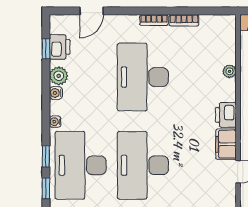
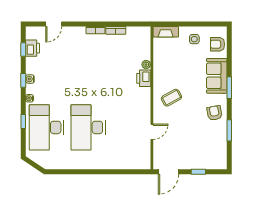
plant: (59, 76) -> (32, 68), removed
desk: (143, 77) -> (88, 68), removed
printer: (226, 115) -> (144, 78), moved
filing cabinet: (226, 144) -> (144, 113), removed
window: (46, 188) -> (23, 80), moved

